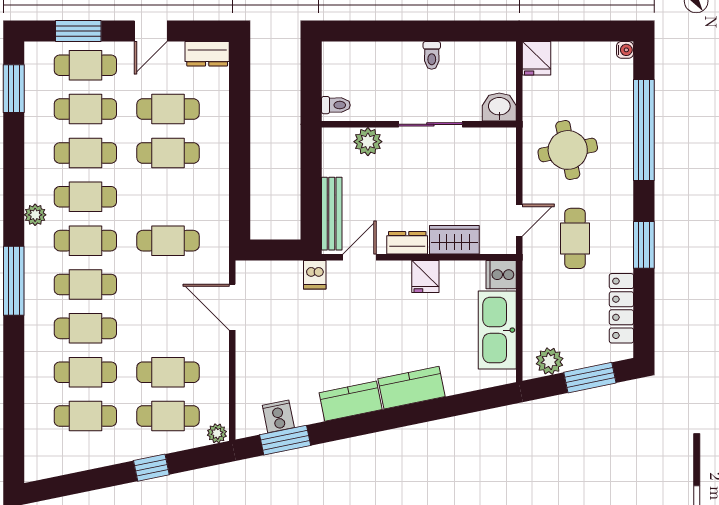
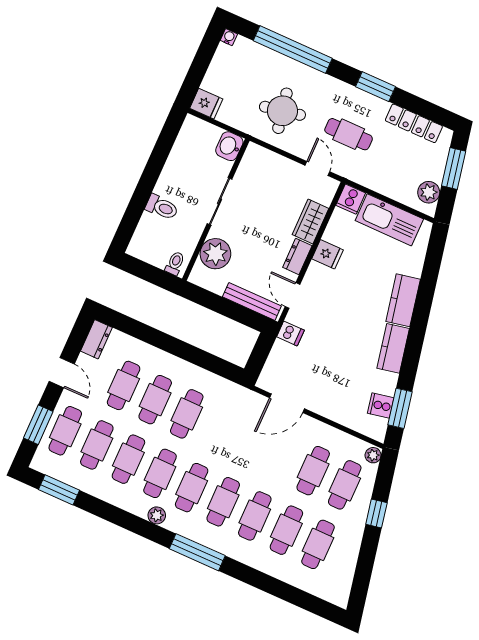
toilet: (432, 55) -> (162, 207), moved, width x1.37, depth x1.39
plant: (368, 142) -> (215, 254), width x1.36, depth x1.36
cafe table: (168, 241) -> (187, 414), moved

